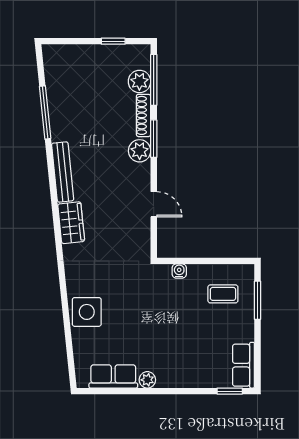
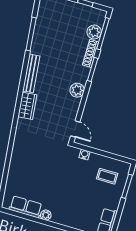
plant: (140, 151) -> (77, 90), moved
door: (154, 204) -> (75, 129), moved
side table: (87, 312) -> (21, 163), removed

